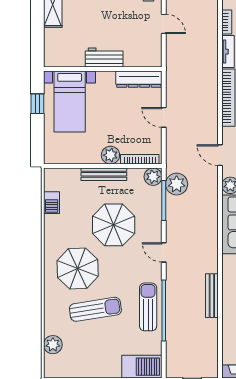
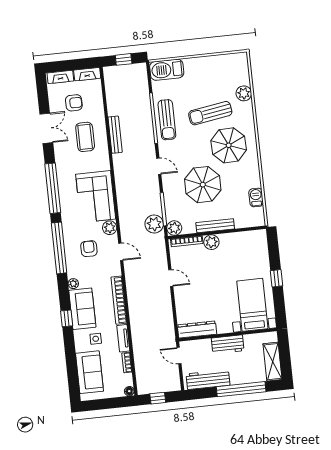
workbench: (104, 58) -> (228, 344), moved
wall: (103, 69) -> (228, 335), moved
dresser: (139, 79) -> (197, 330), moved
bed with nightstands: (70, 102) -> (252, 305), moved
plant: (53, 345) -> (244, 93), moved

